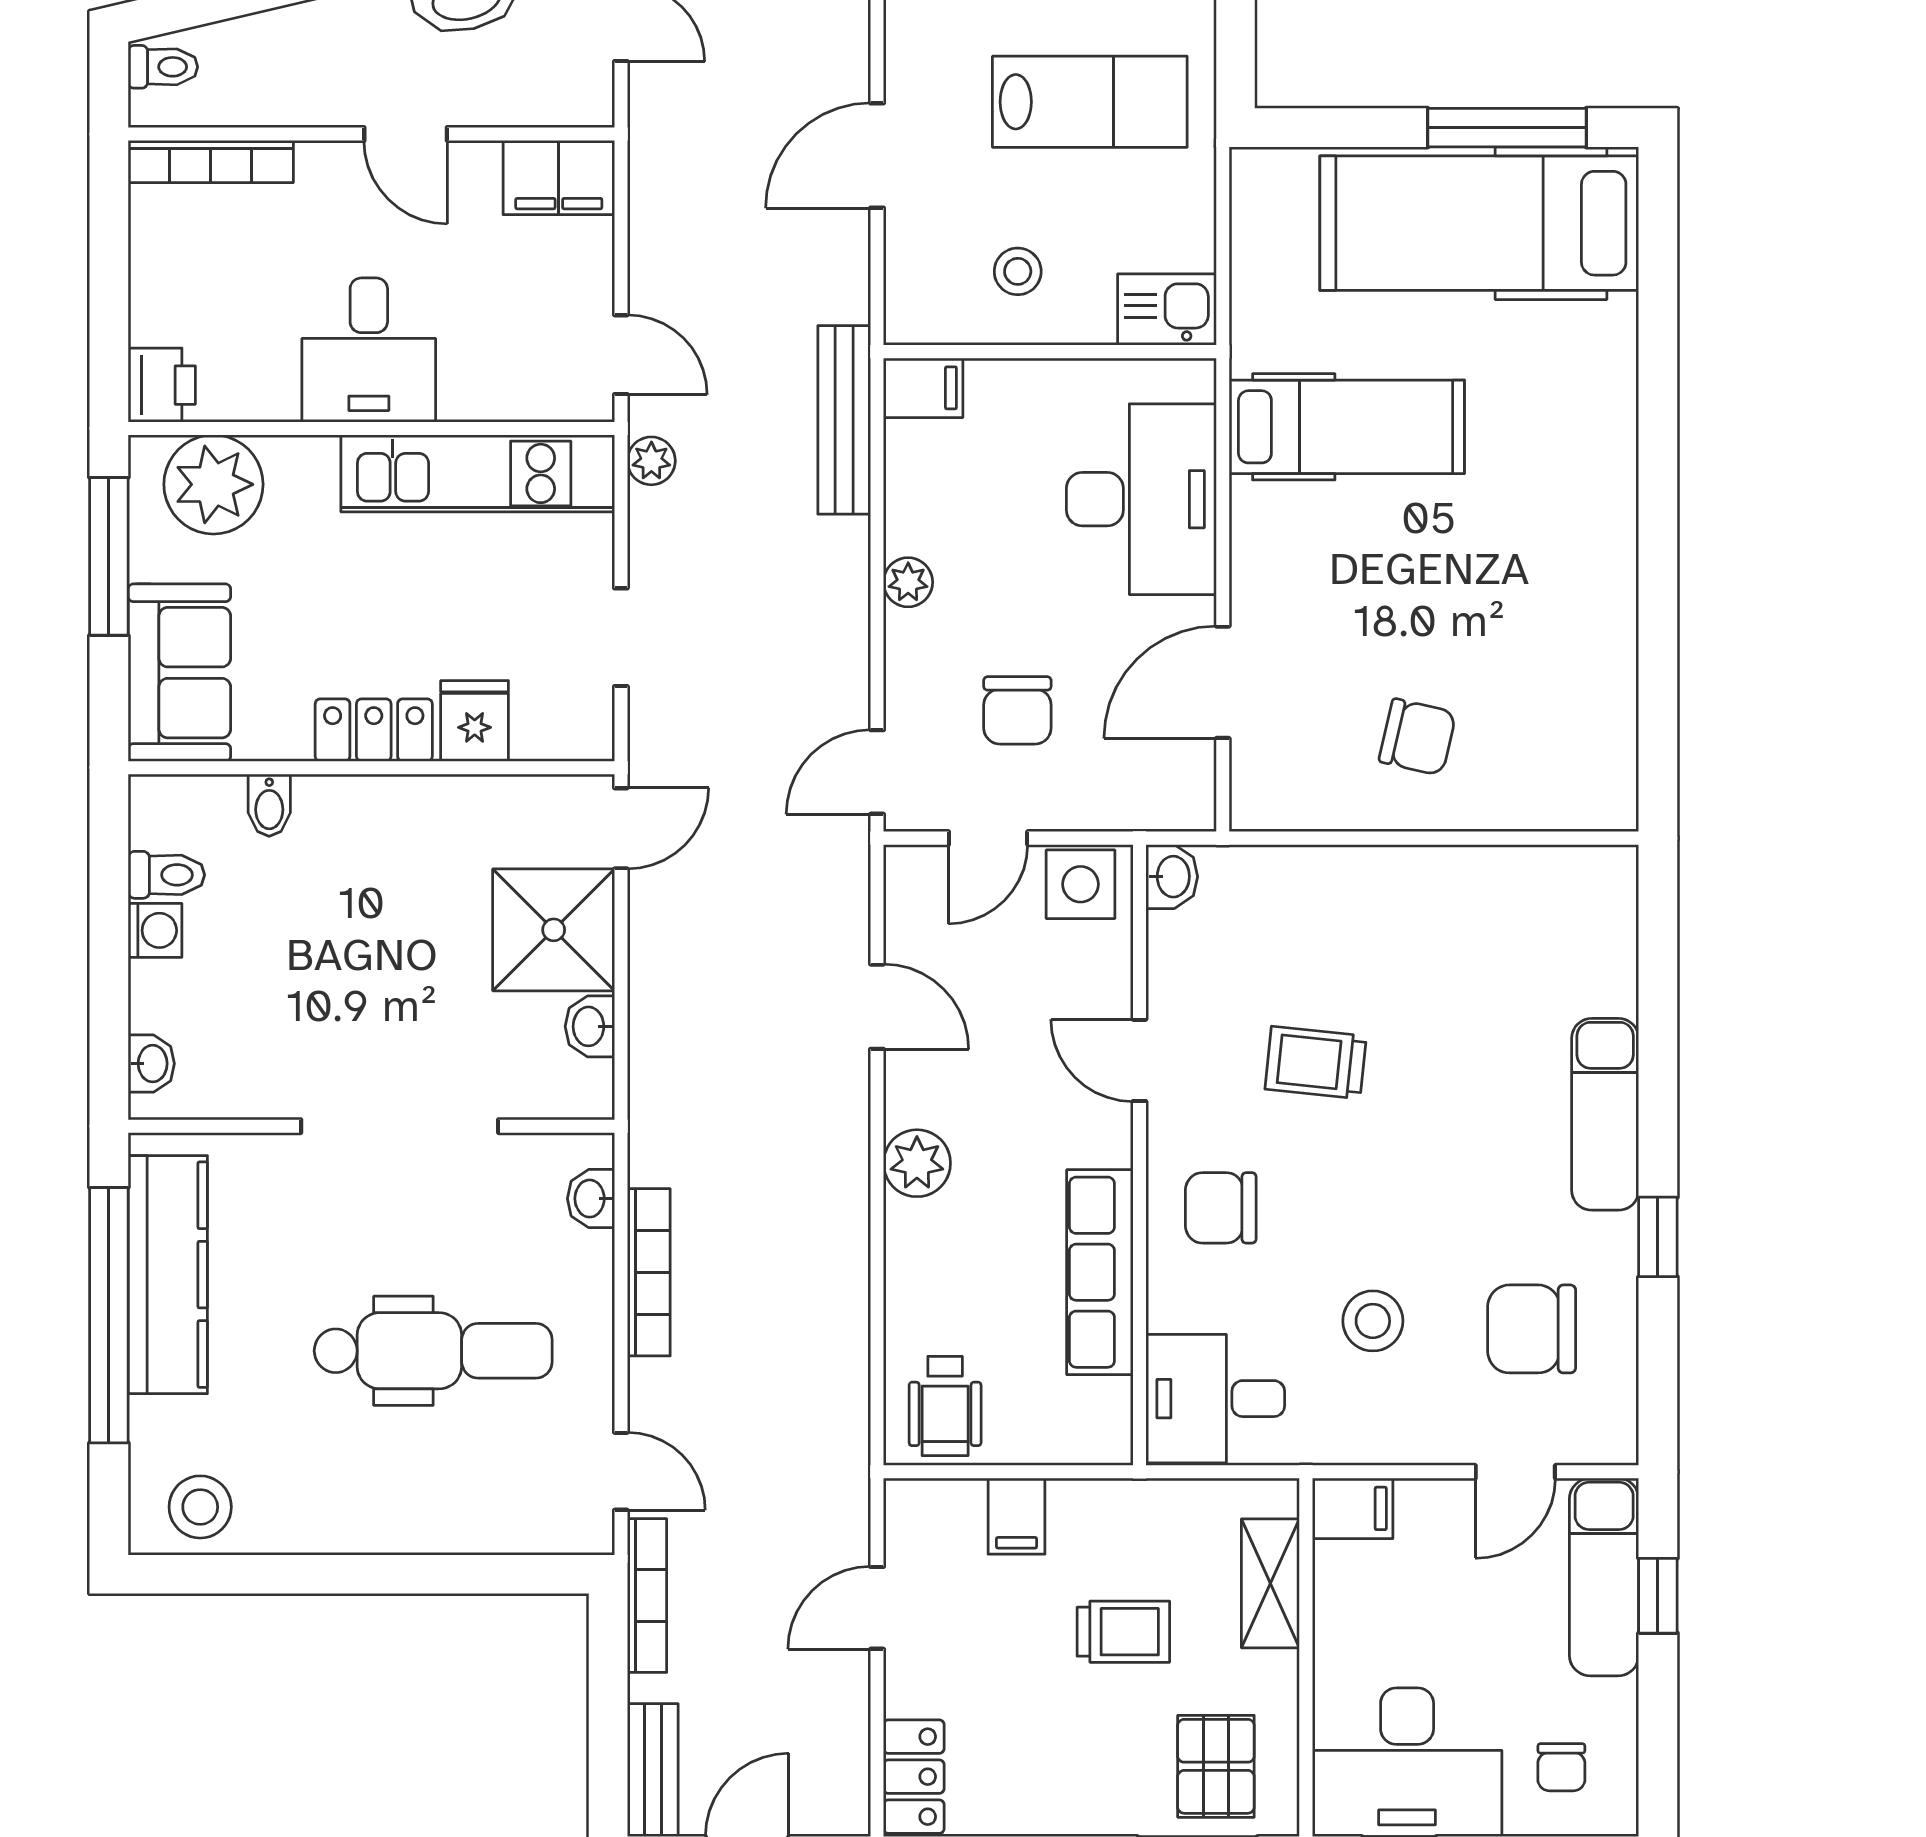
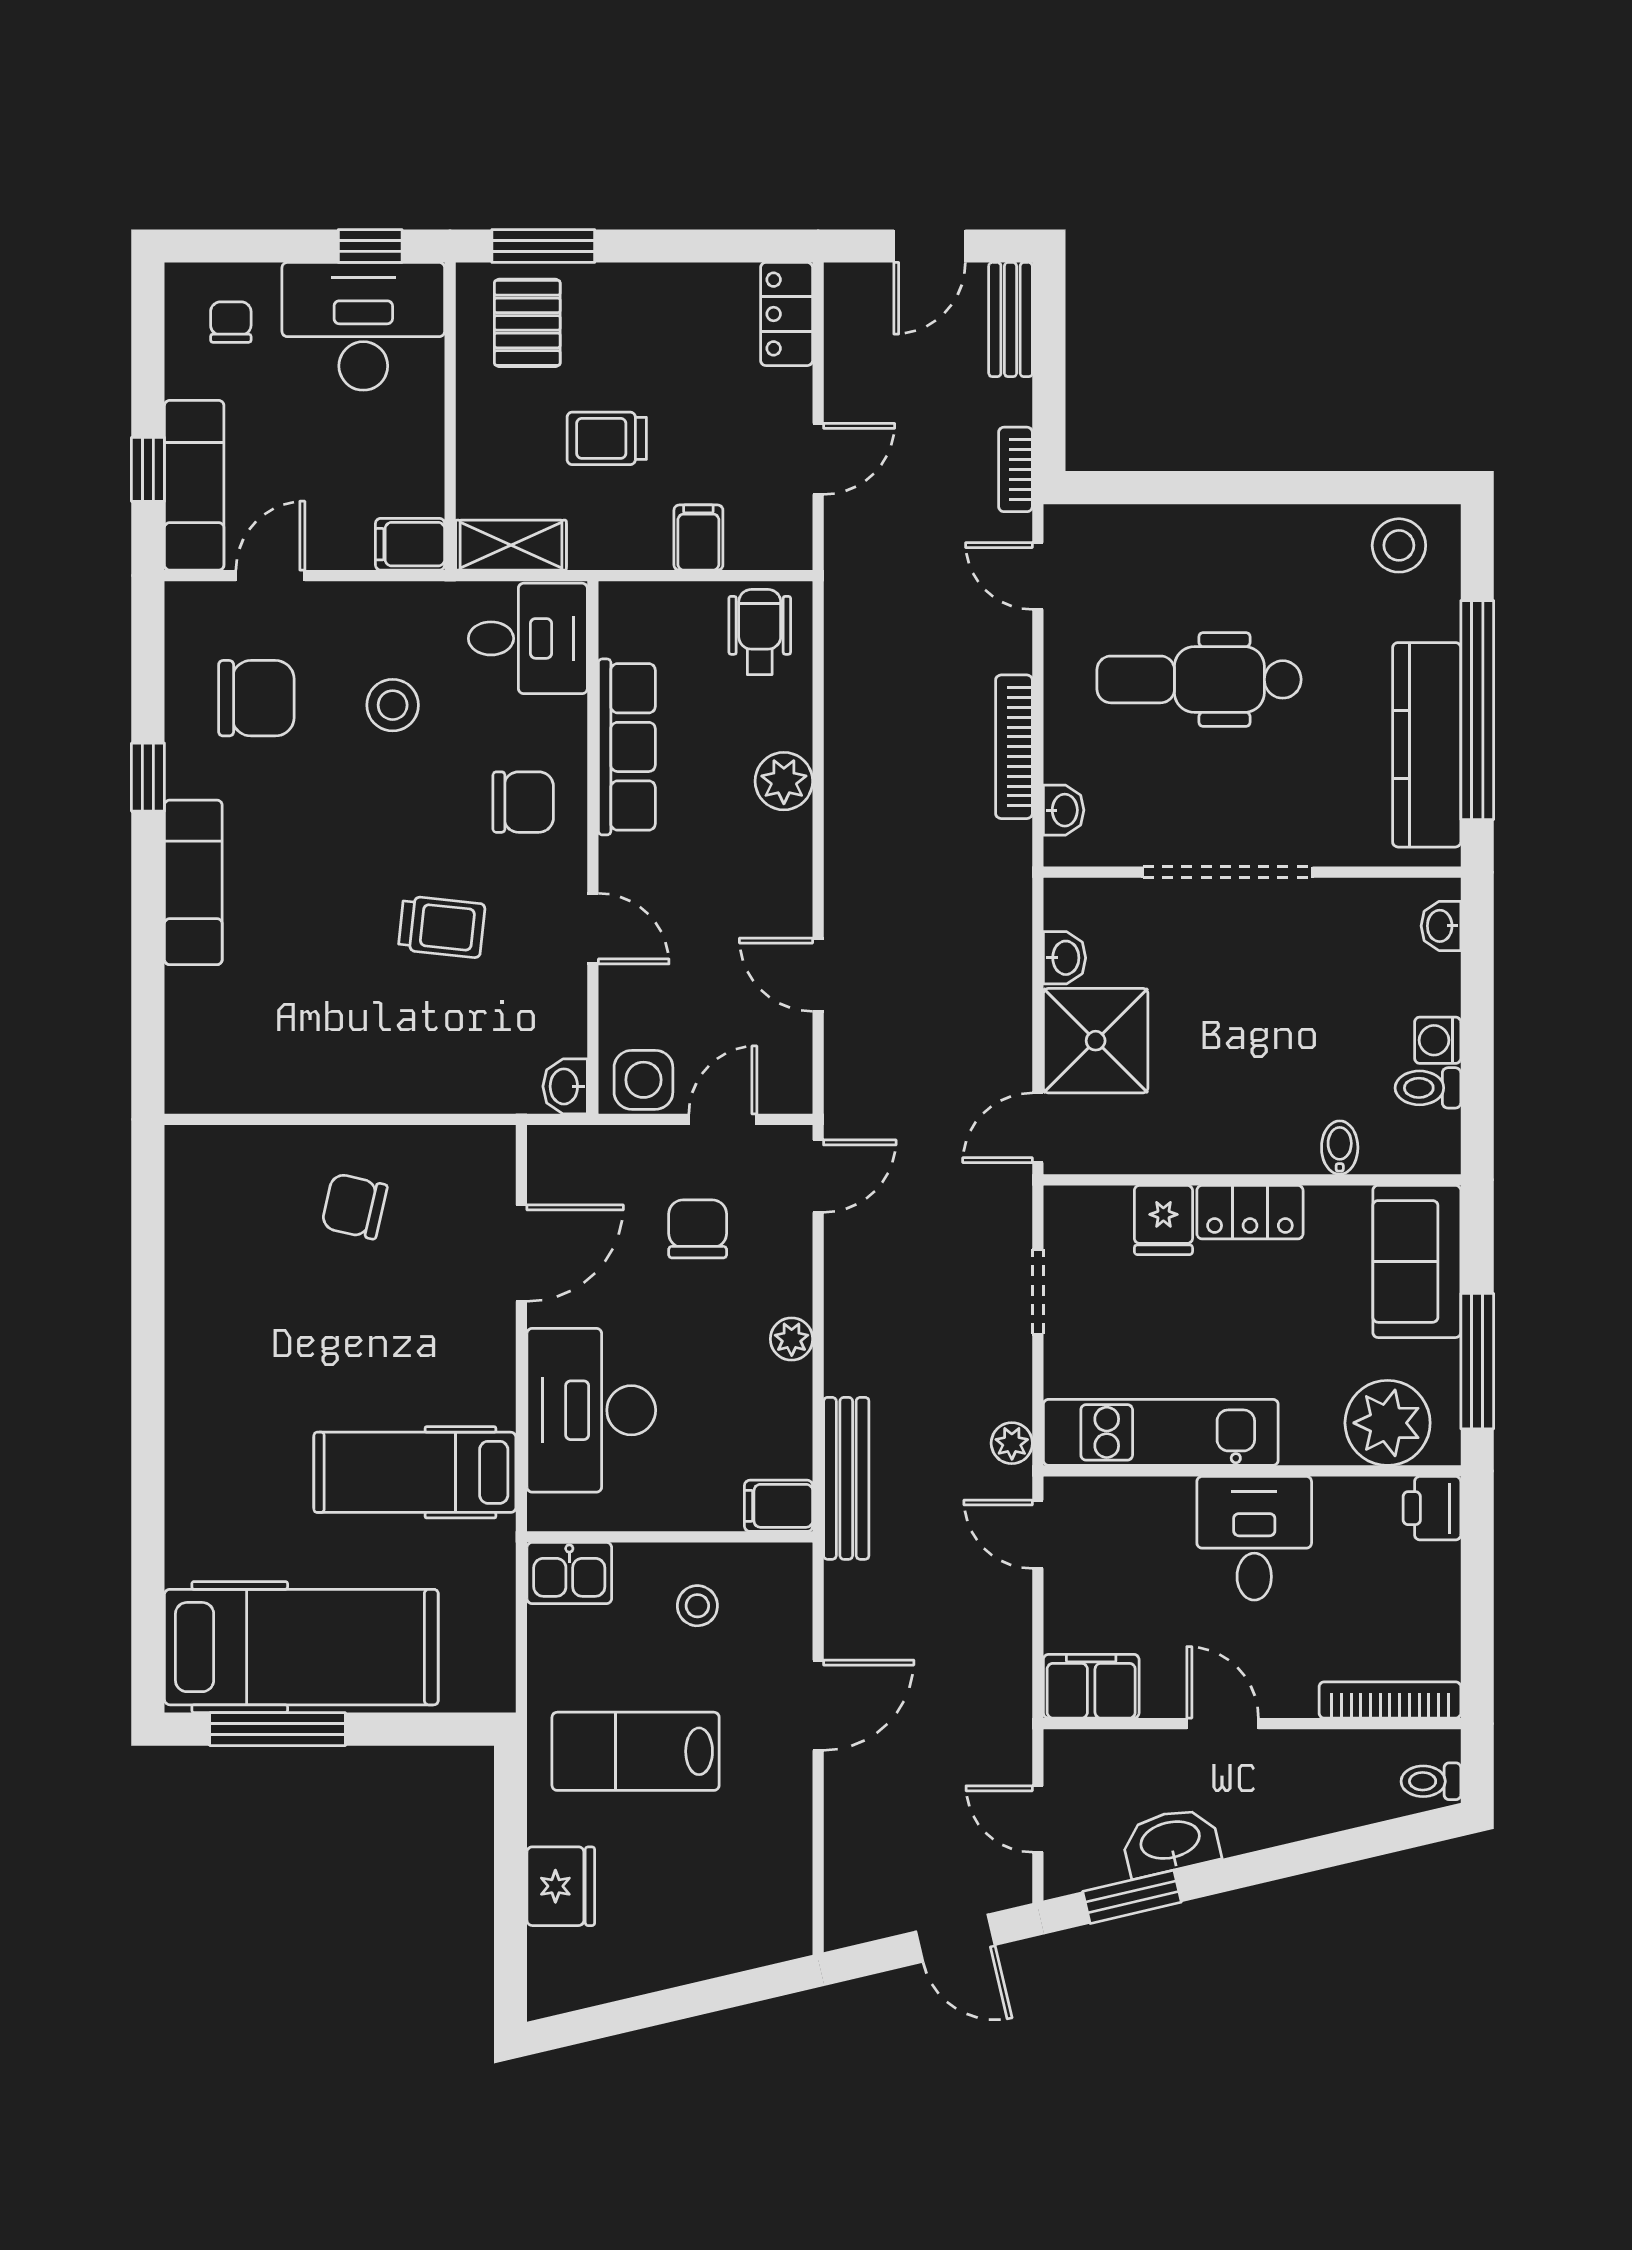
plant: (917, 1163) -> (784, 781), moved
shelving: (1270, 1583) -> (511, 545), moved, turned 90
bookcase: (647, 1596) -> (1015, 469), width x0.64

